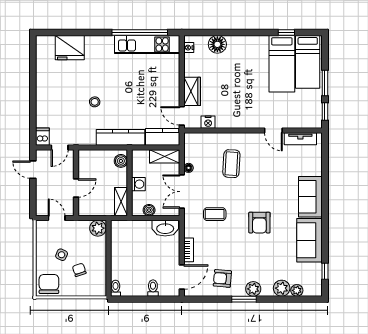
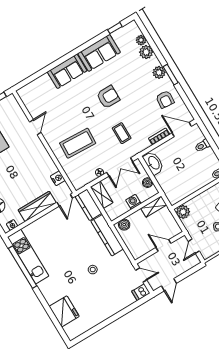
wardrobe: (192, 91) -> (37, 206), width x1.50
tv unit: (300, 139) -> (29, 104), removed
coffee table: (231, 164) -> (78, 143), width x1.36, depth x1.32

